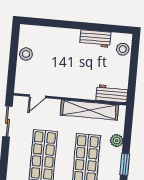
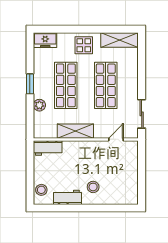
stool: (26, 54) -> (93, 187), moved
shelving: (89, 110) -> (75, 131), width x0.68

